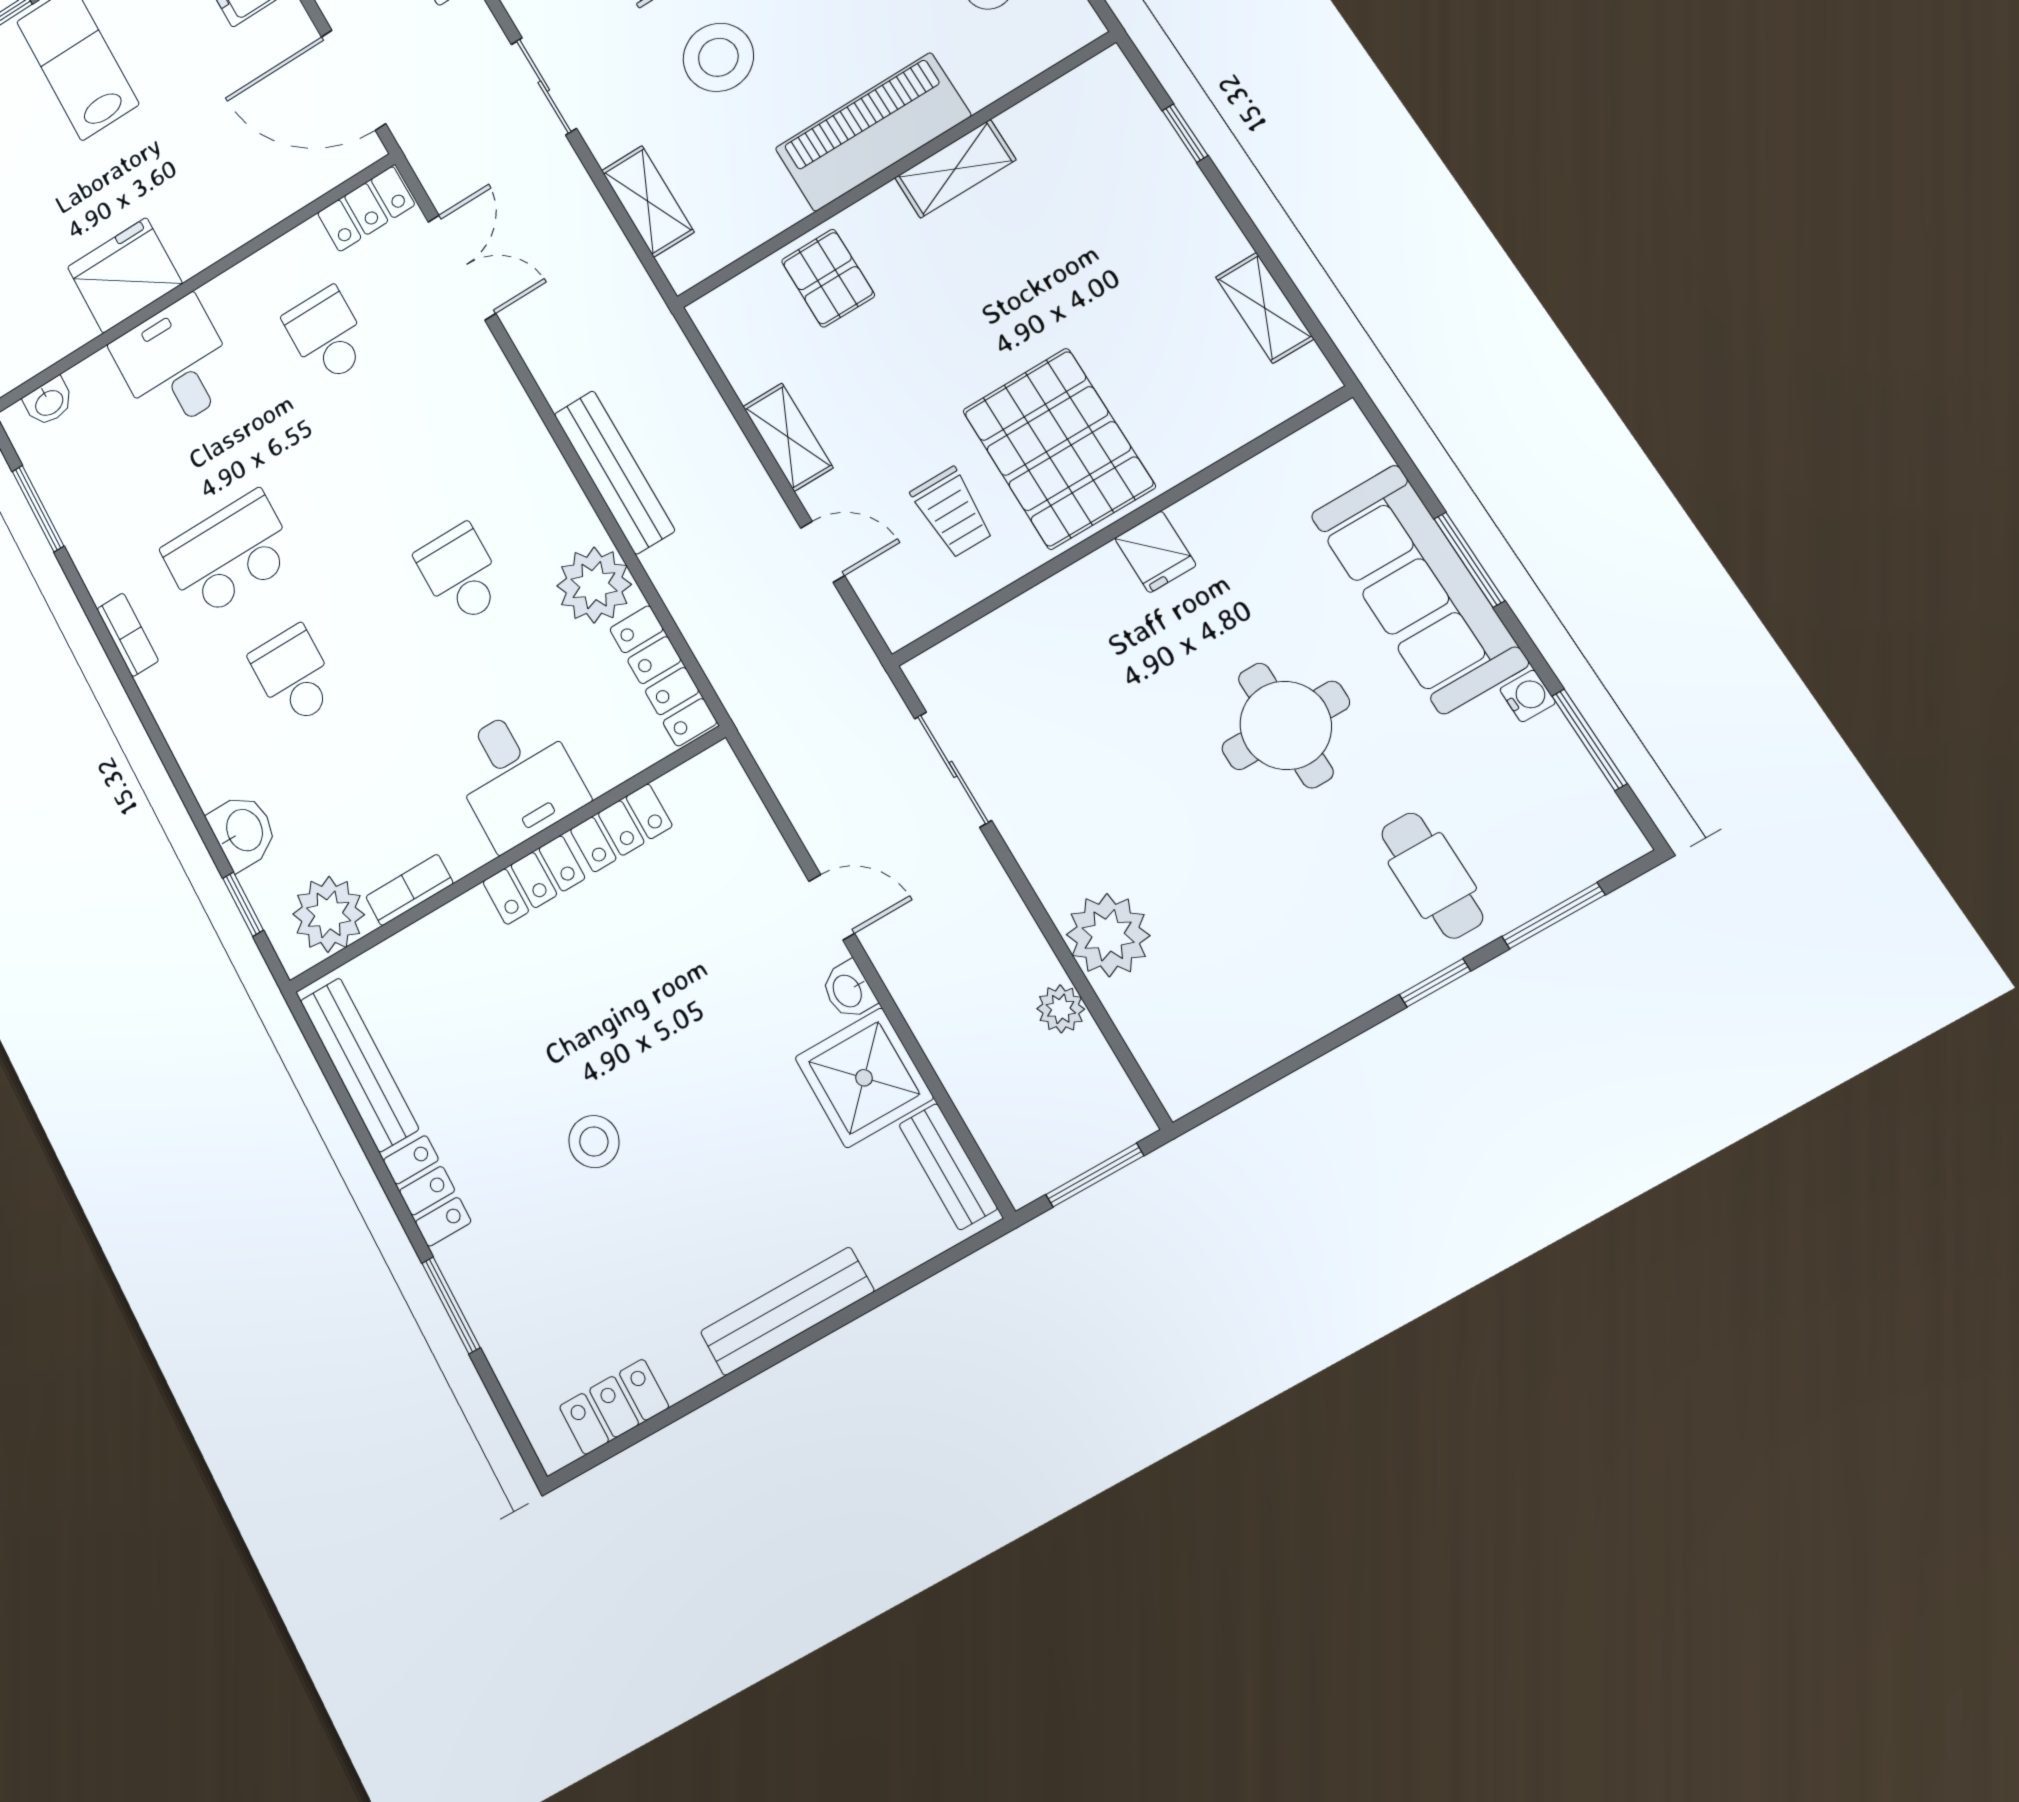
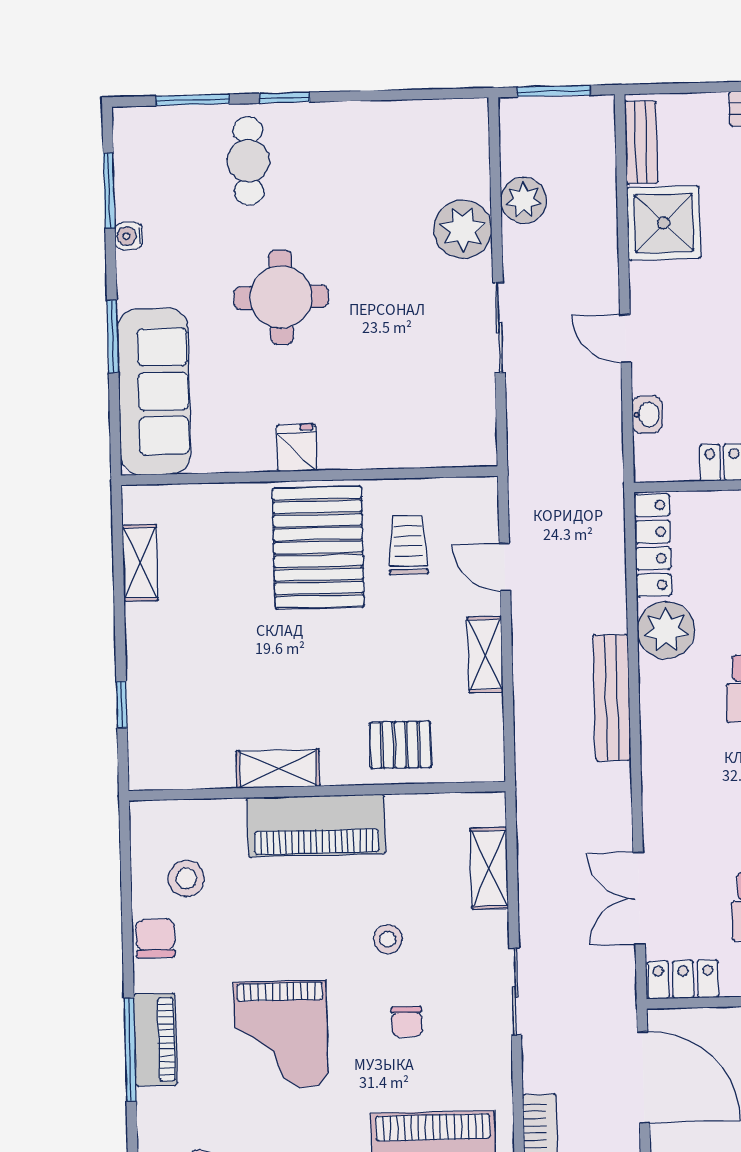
stool: (718, 57) -> (388, 939), width x0.53, depth x0.53
pallet: (828, 278) -> (400, 745), turned 90
sofa: (1419, 589) -> (154, 391), moved
sliding door: (953, 769) -> (499, 328), moved
washbasin: (848, 990) -> (647, 414), moved
plant: (1061, 1009) -> (524, 200), width x1.38, depth x1.38

